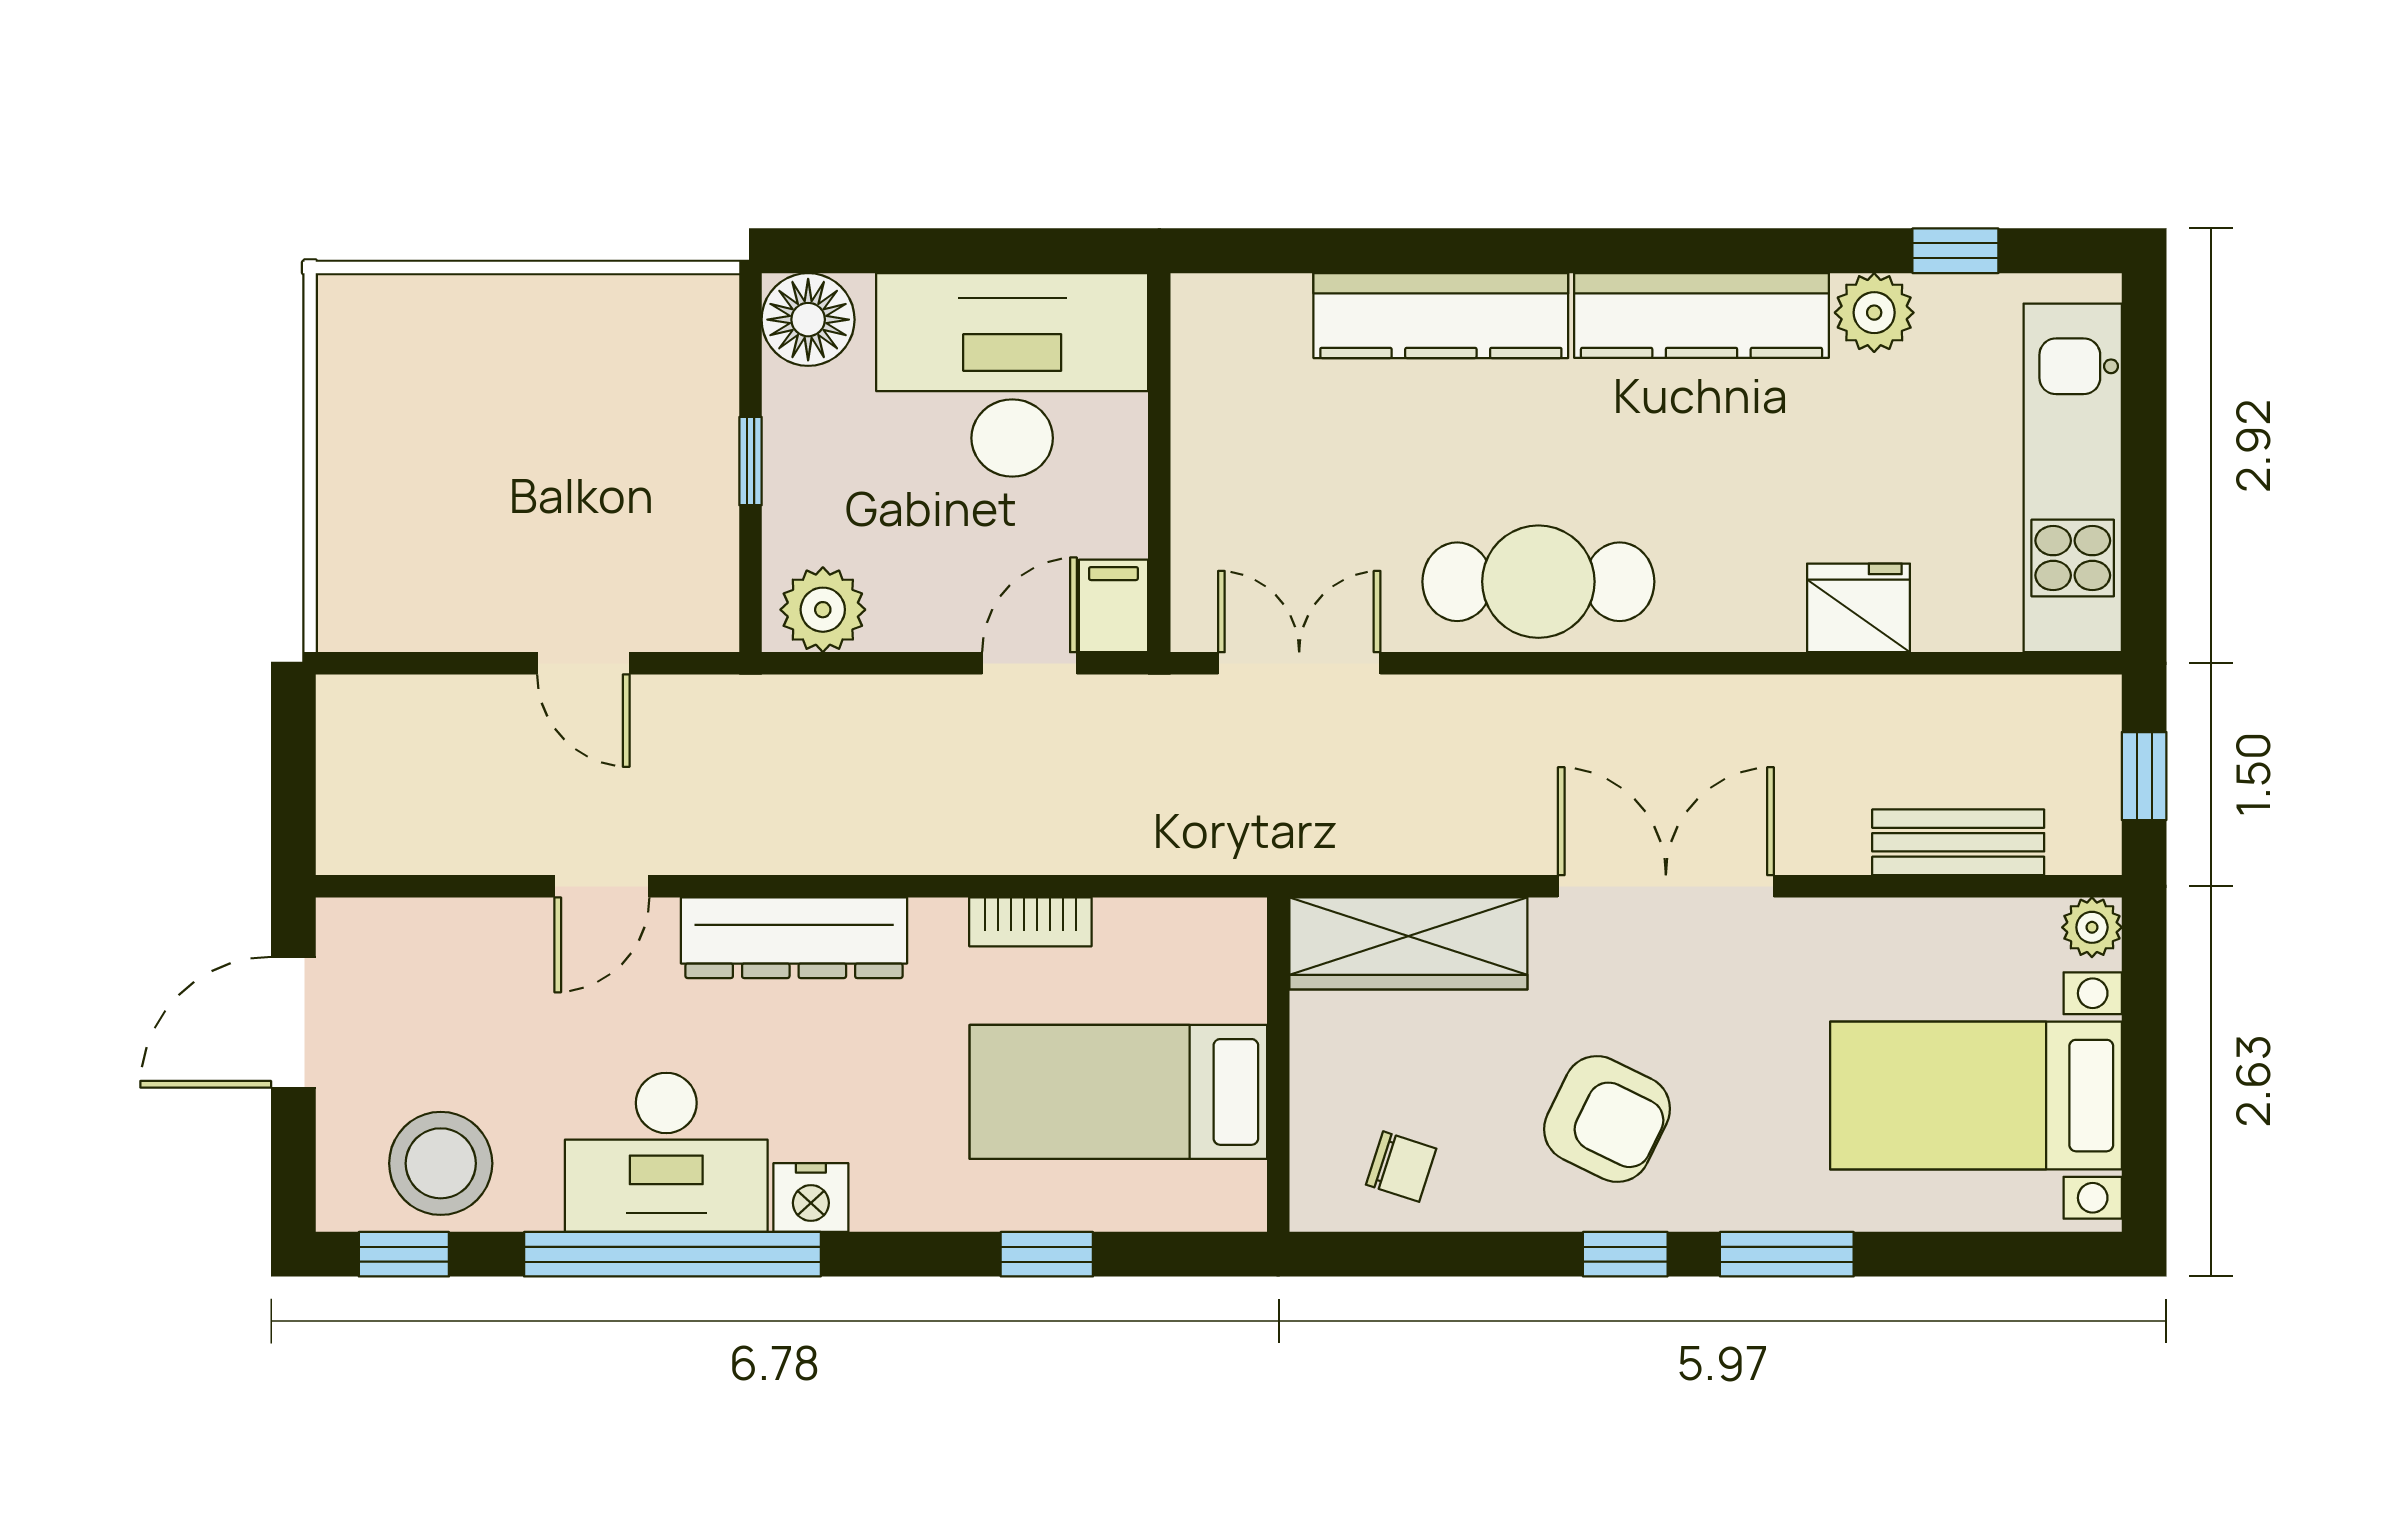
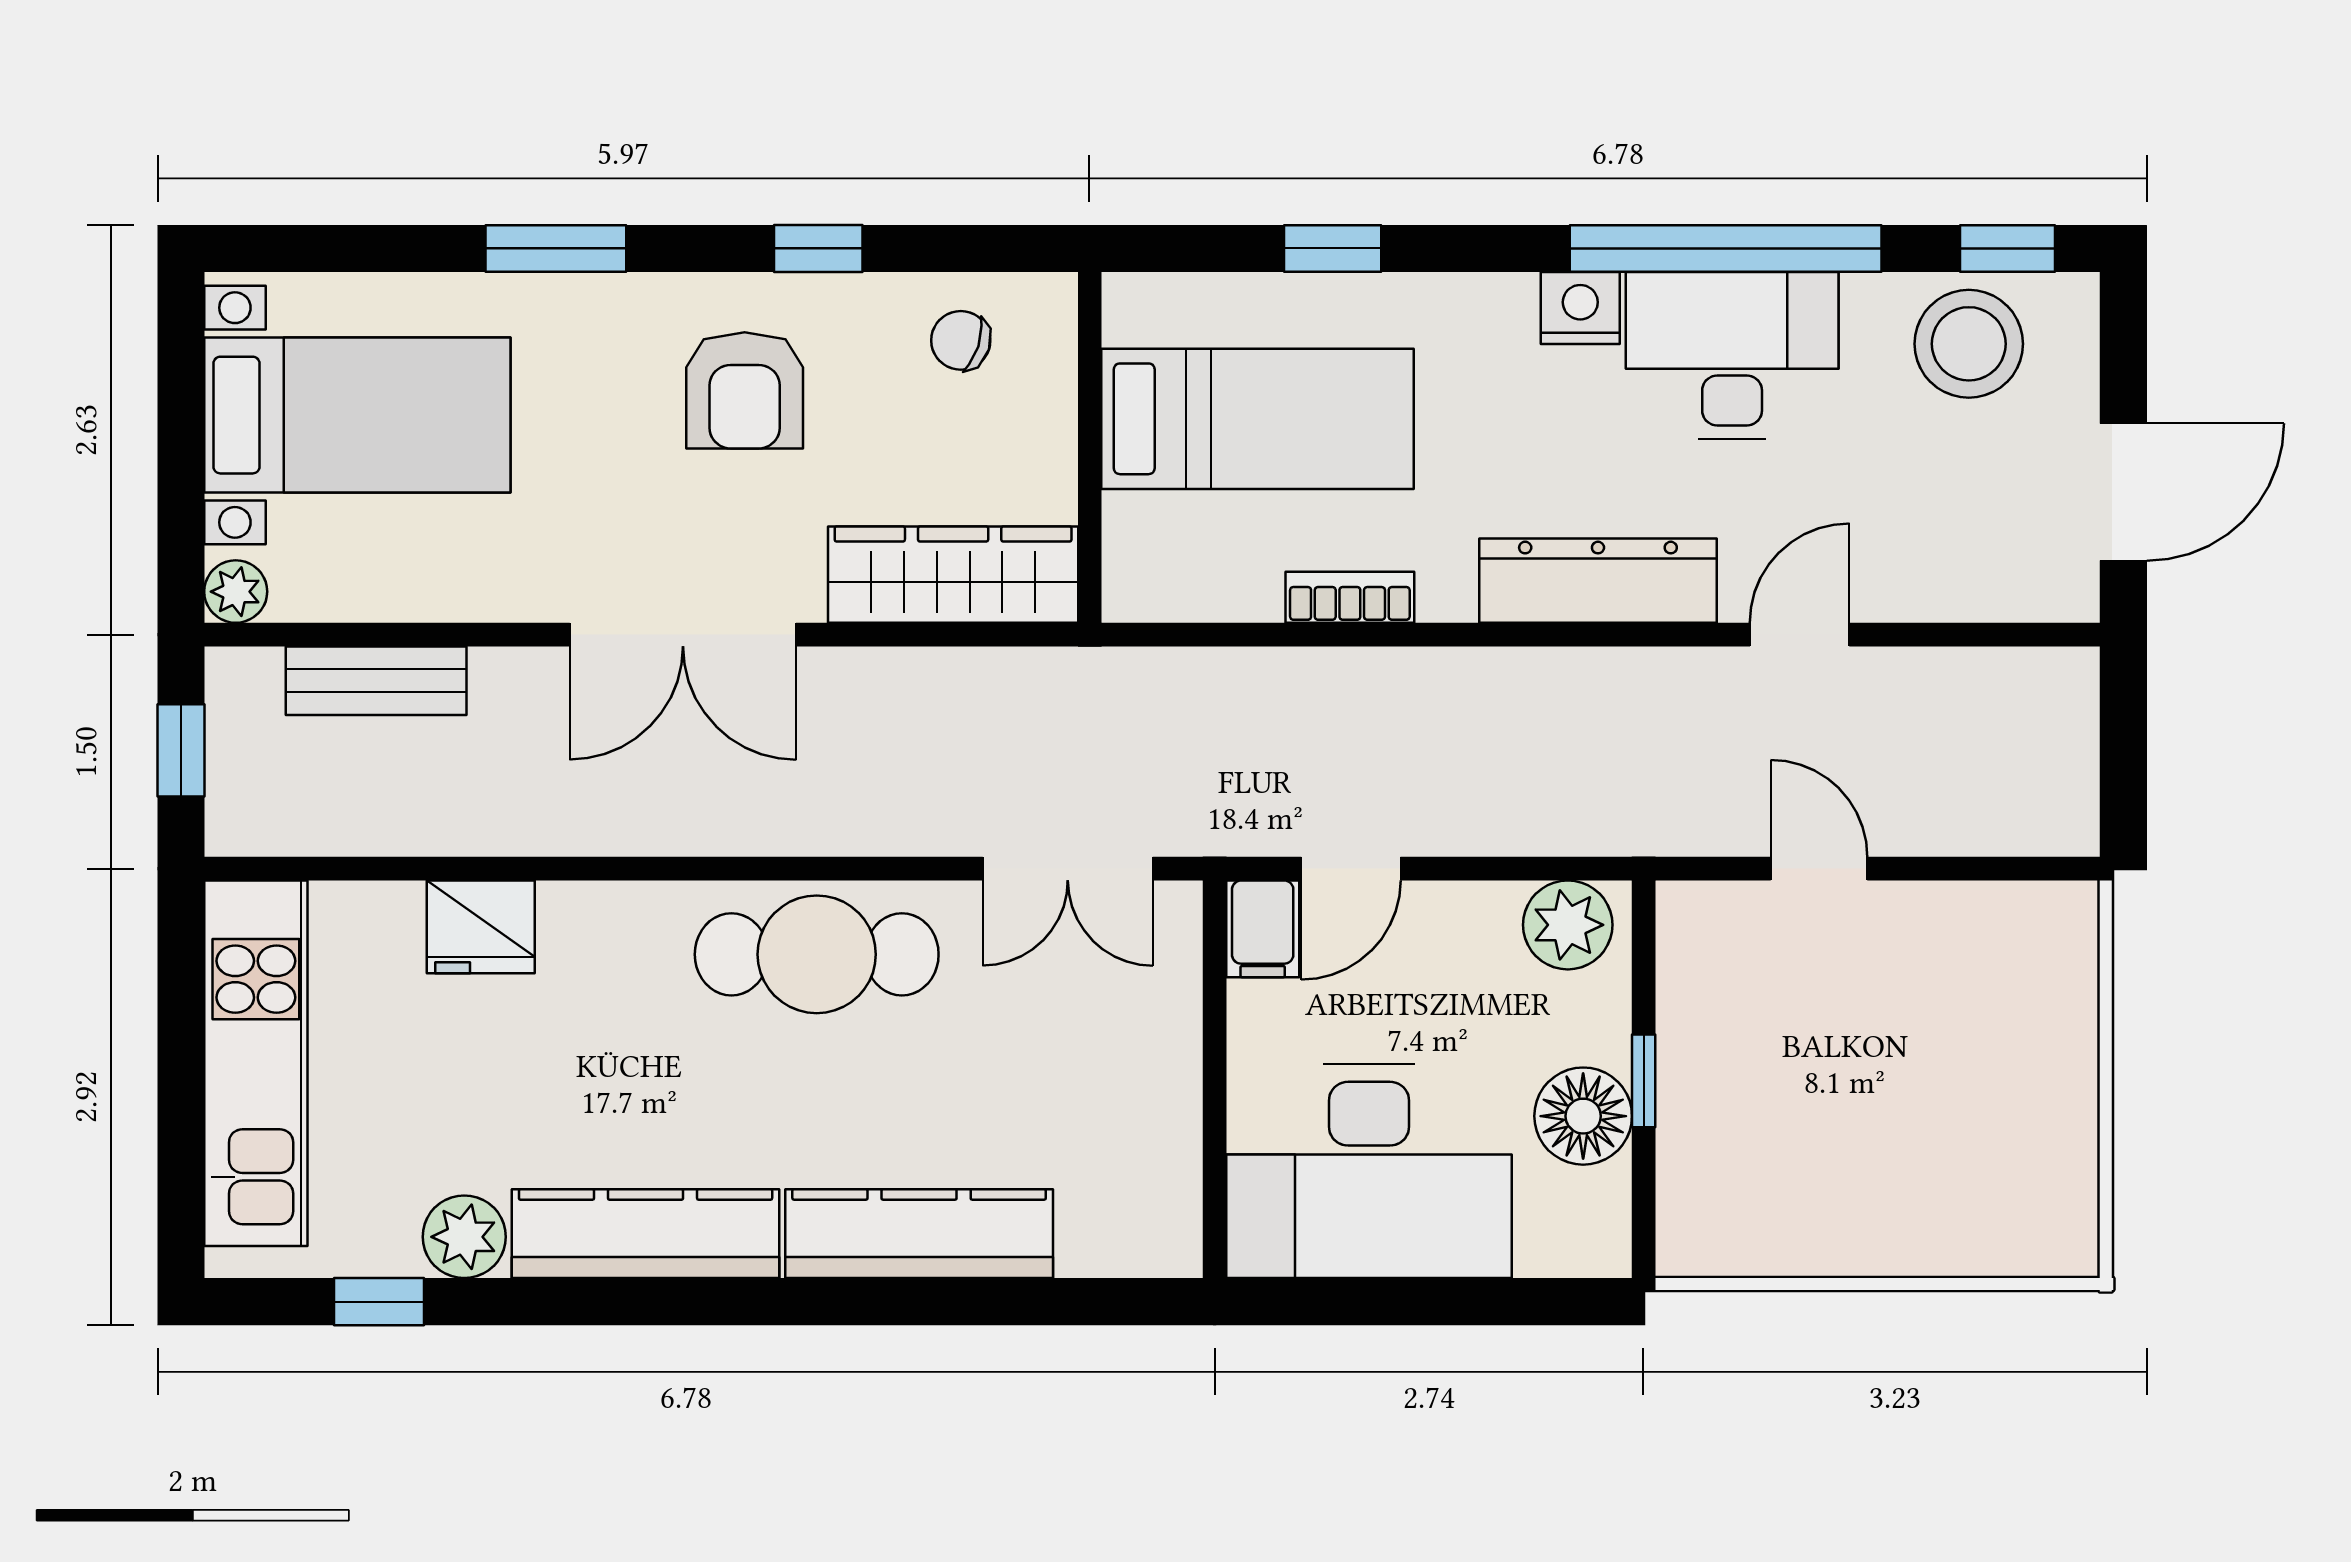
floor lamp: (808, 320) -> (1583, 1116), moved
armchair: (1607, 1119) -> (745, 390), turned -116
window: (1625, 1254) -> (818, 248), moved

